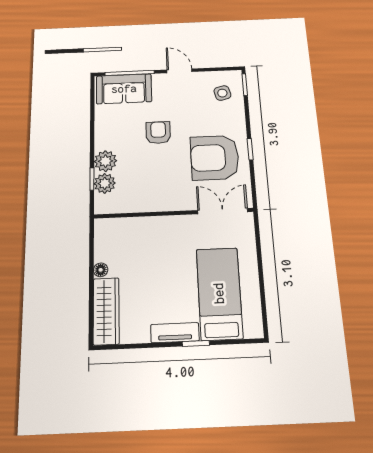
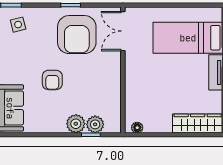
armchair: (158, 133) -> (52, 80), turned -90
floor lamp: (101, 270) -> (137, 128), moved

